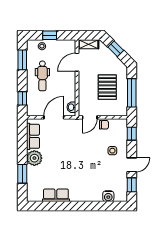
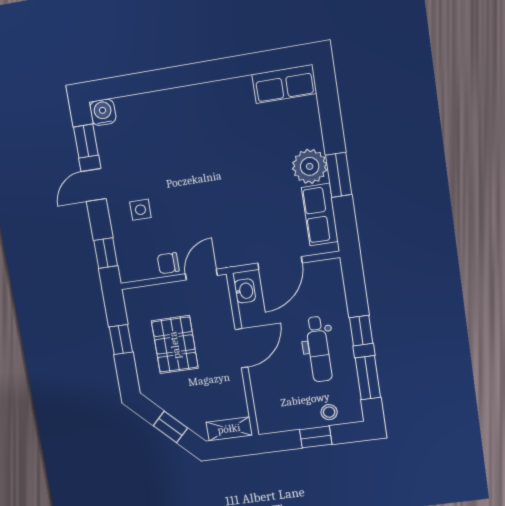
door: (77, 62) -> (242, 348), moved
dental chair: (42, 76) -> (319, 349), turned 180
window: (132, 93) -> (121, 340), width x0.46
window: (22, 98) -> (361, 331), moved
window: (22, 174) -> (339, 175), moved
row of seats: (56, 195) -> (284, 84), moved
water cooler: (108, 196) -> (103, 112), moved

